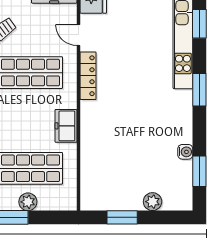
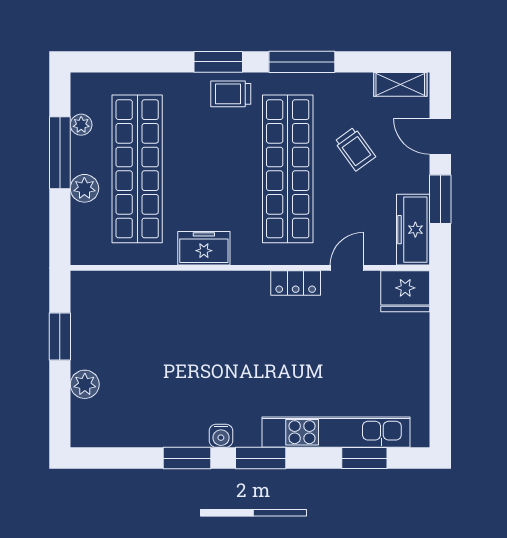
locker: (88, 76) -> (296, 283), width x0.66
water cooler: (185, 152) -> (221, 436), moved
window: (199, 171) -> (187, 458), moved

